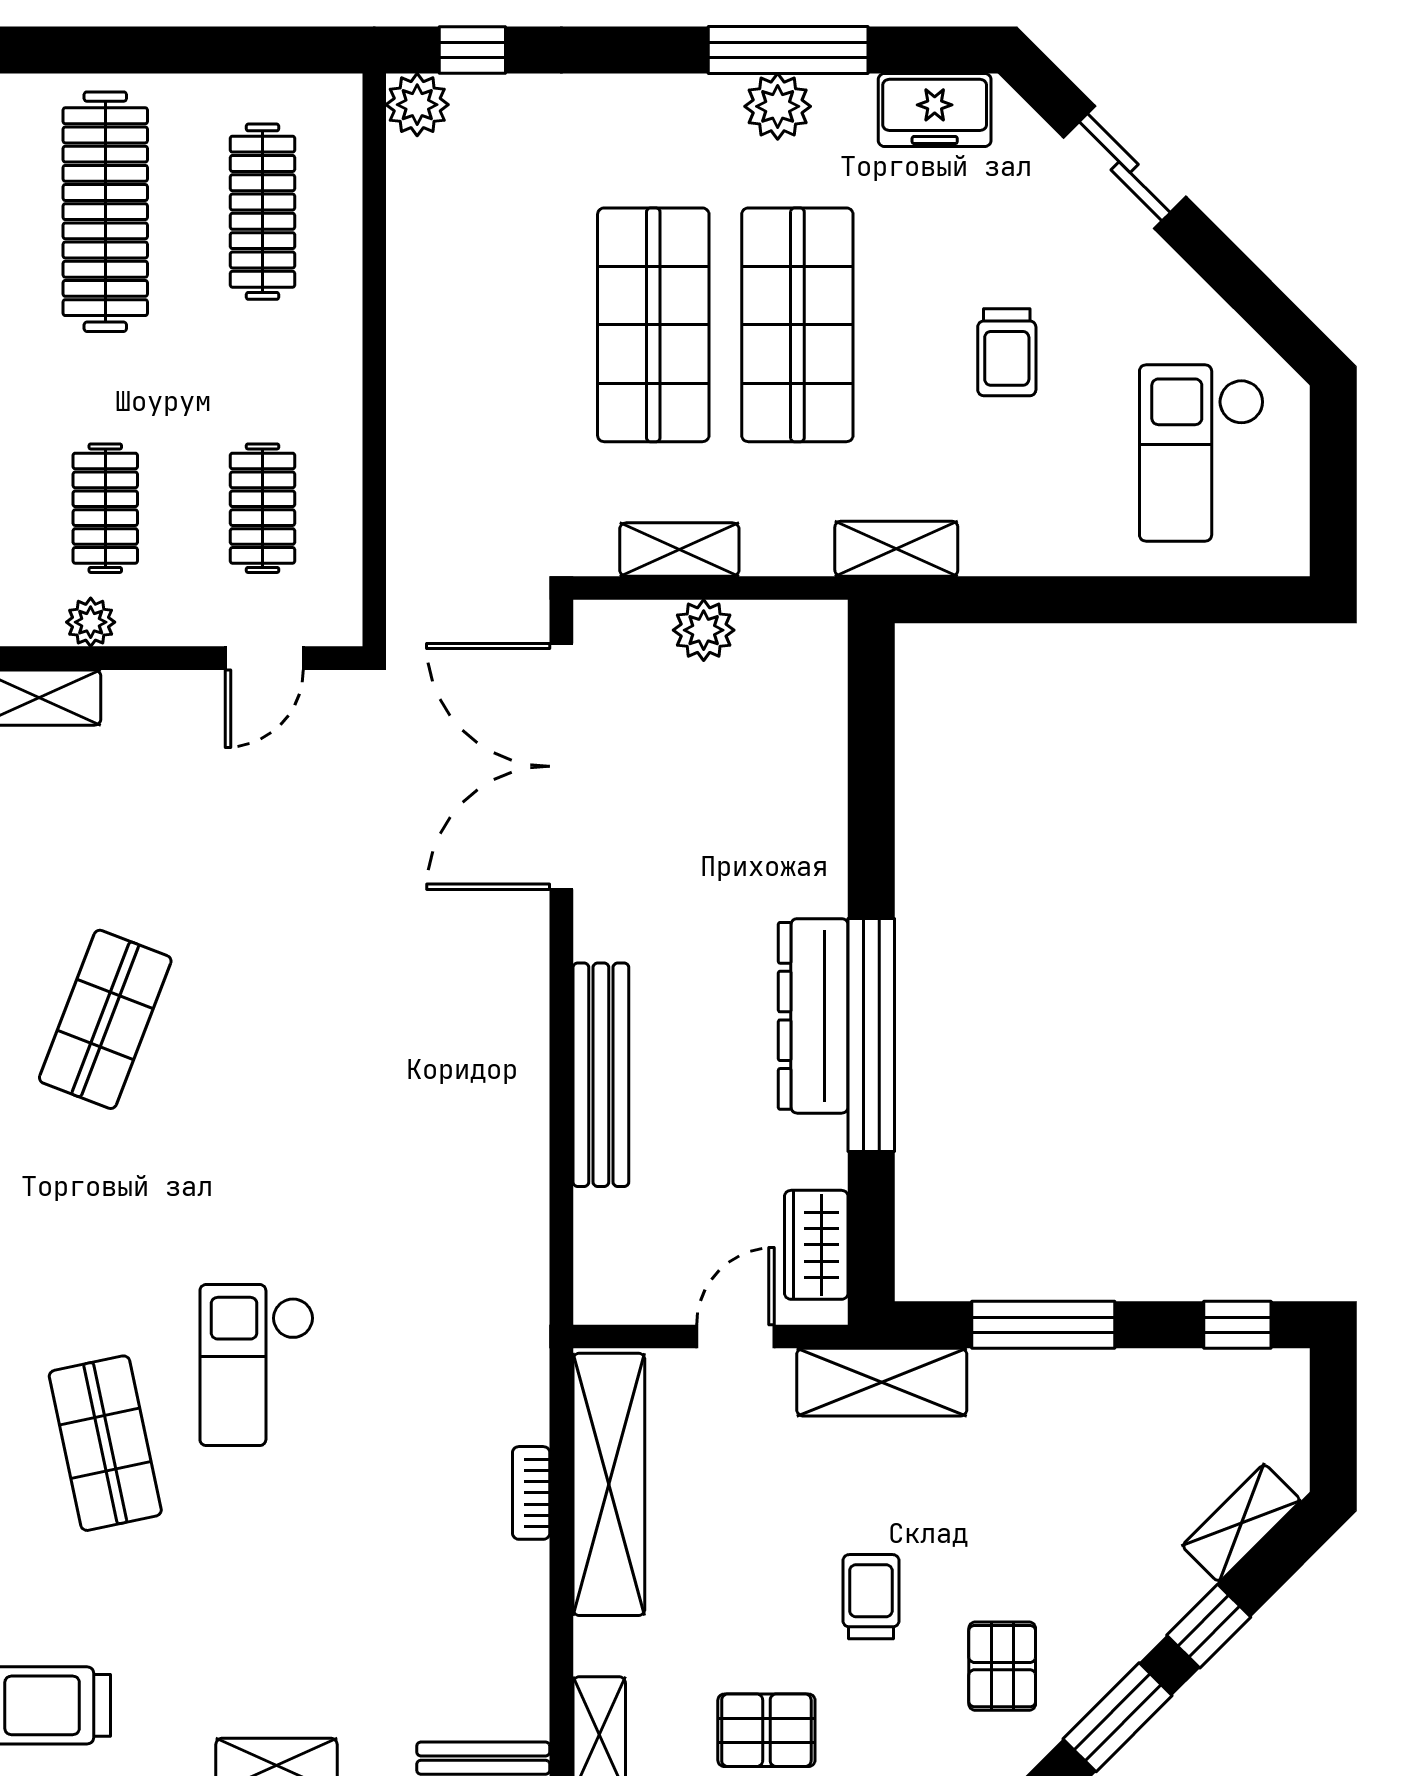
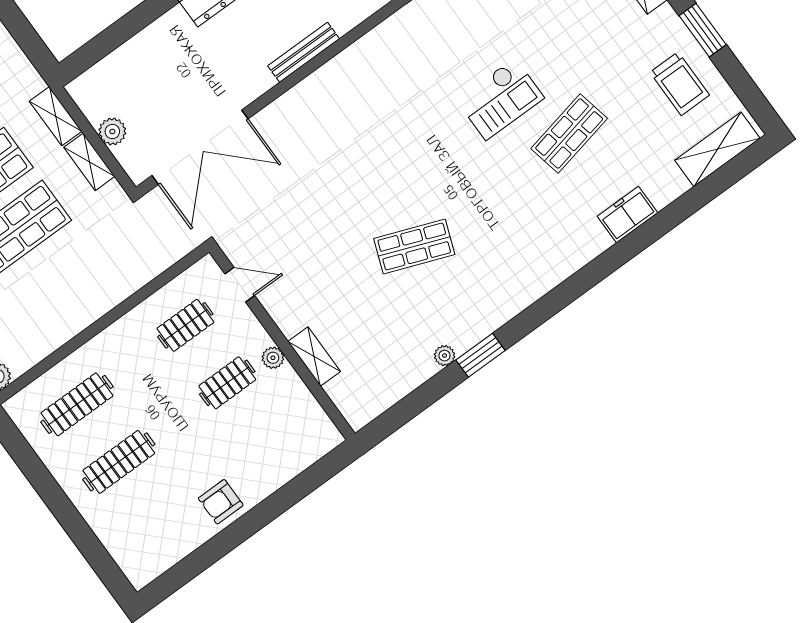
clothes rail: (105, 212) -> (119, 462), width x0.73, depth x0.76
shelving: (896, 549) -> (56, 116), moved
bench: (601, 1075) -> (304, 52), width x0.73, depth x0.82

